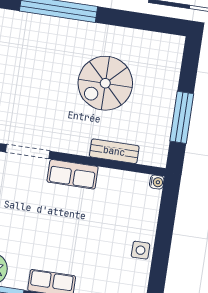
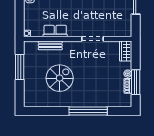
row of seats: (73, 174) -> (55, 31), moved

